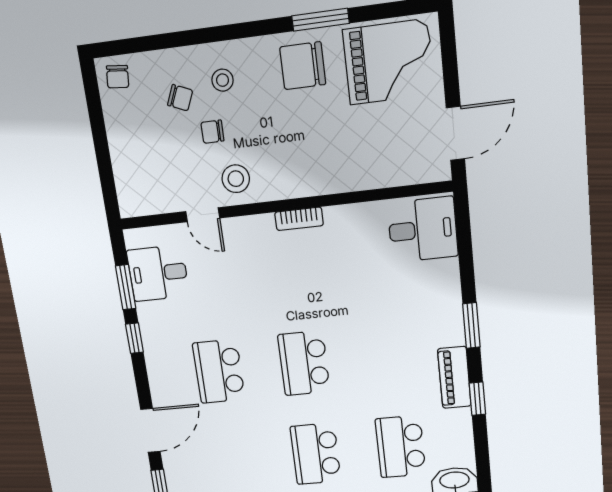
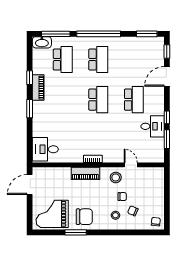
piano: (314, 180) -> (85, 173), added
desk: (158, 273) -> (153, 126), moved

